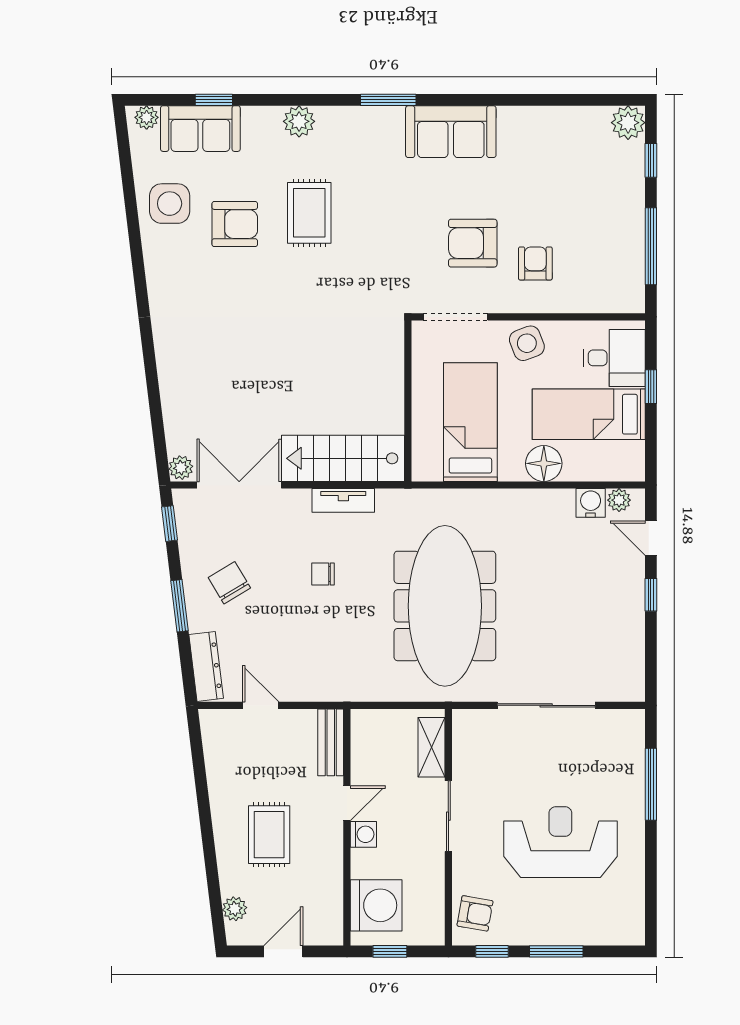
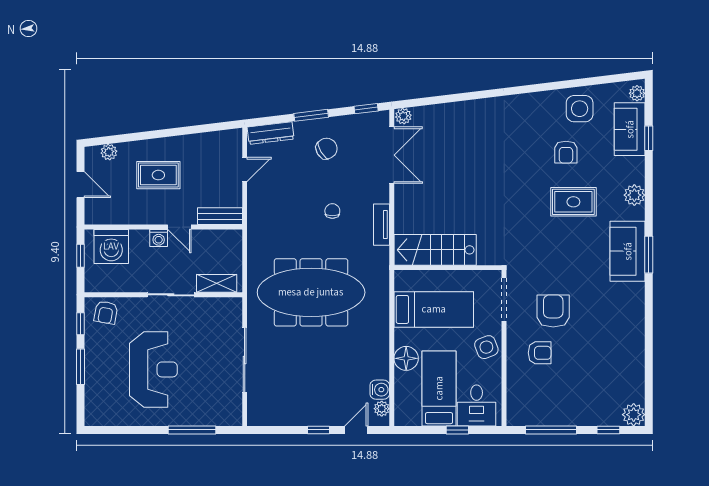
sofa: (451, 132) -> (628, 251), moved
armchair: (235, 224) -> (566, 152), width x0.72, depth x0.72
stairs: (343, 458) -> (435, 250), moved, turned -90

